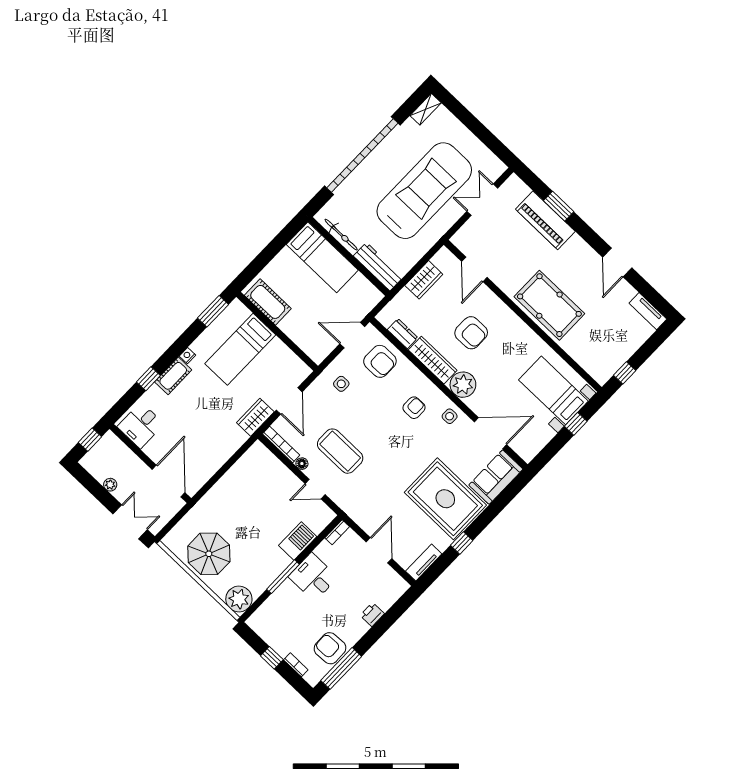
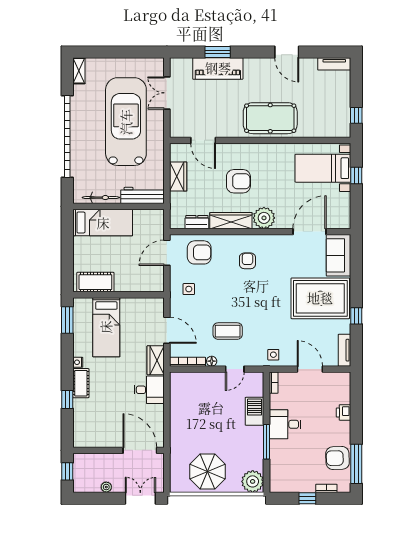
side table: (450, 416) -> (273, 355), moved
desk: (141, 425) -> (149, 390), moved, turned -90
coffee table: (340, 451) -> (228, 331), width x0.73, depth x0.76

